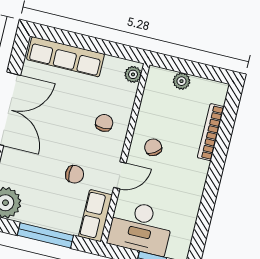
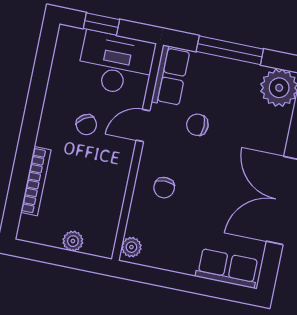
row of seats: (65, 57) -> (227, 268), width x0.68
chair: (153, 147) -> (86, 125), moved

